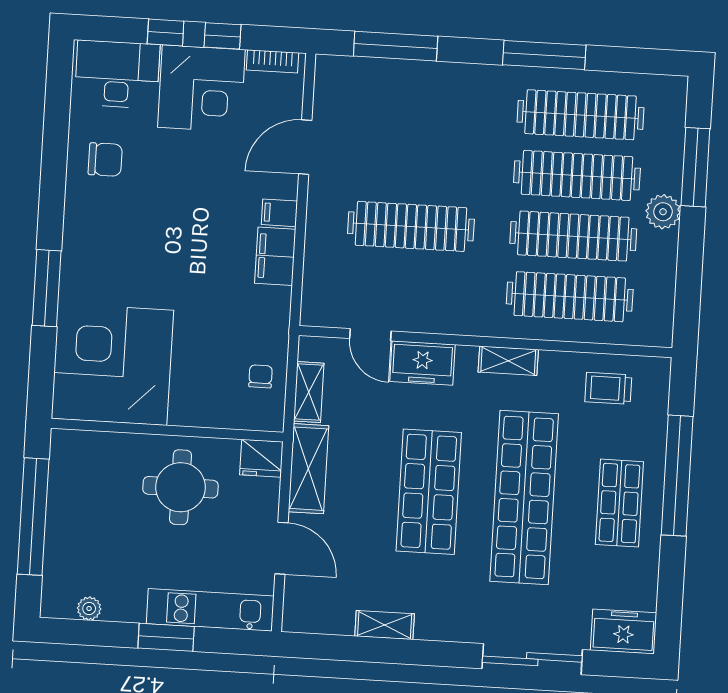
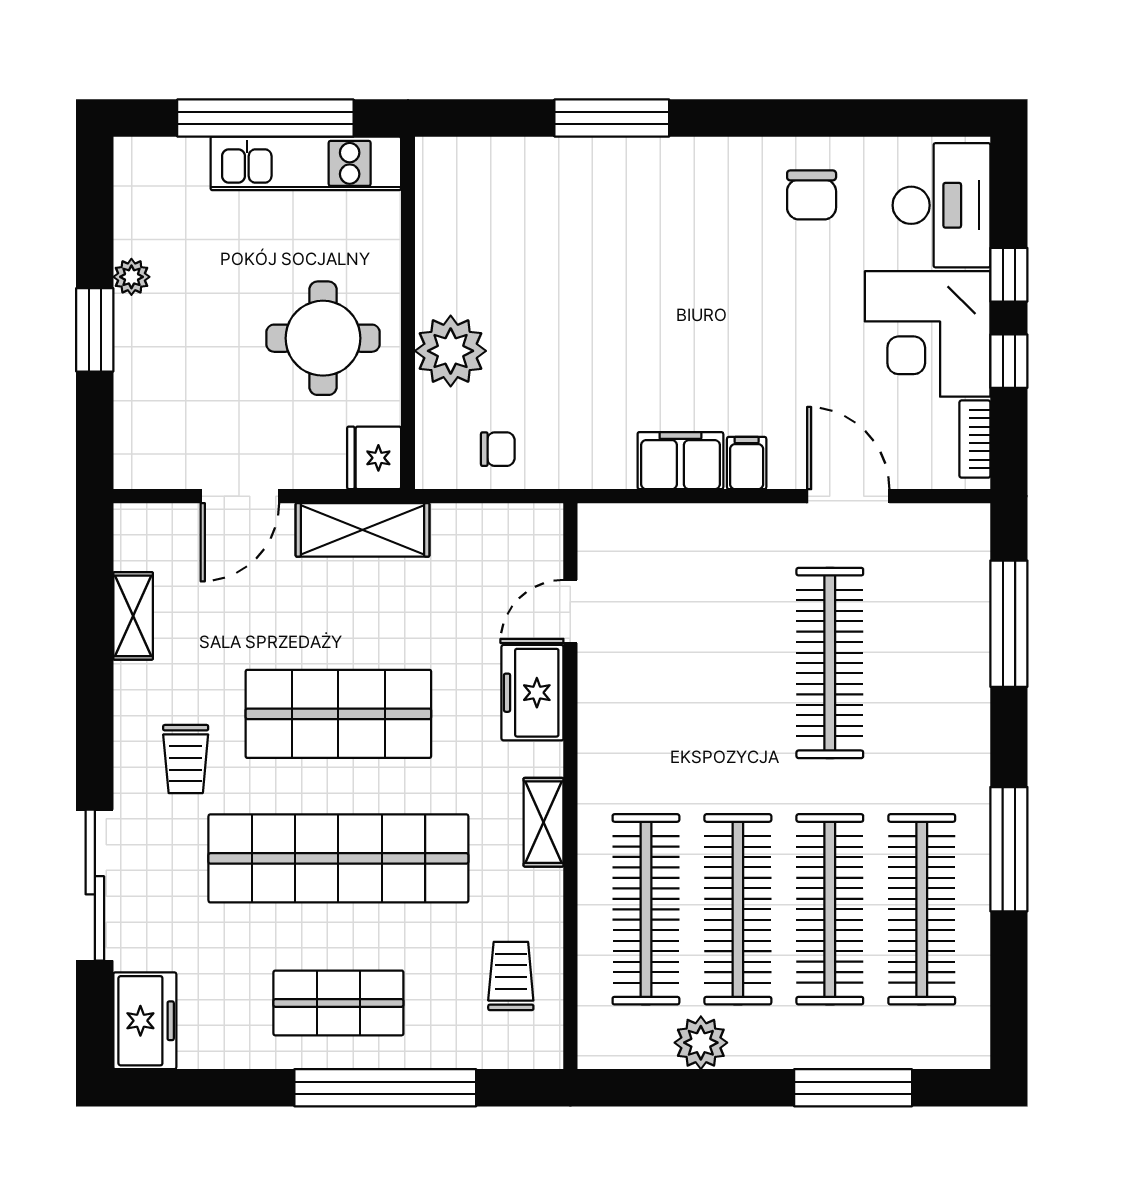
plant: (663, 212) -> (701, 1043), moved
clothes rail: (411, 226) -> (830, 663), moved
corner desk: (112, 364) -> (503, 224), removed
shelving: (309, 392) -> (478, 523), removed
plant: (194, 404) -> (451, 351), added
trolley: (453, 594) -> (186, 759), added
plant: (89, 608) -> (131, 277), moved
kitchen unit: (210, 610) -> (306, 163), moved, turned 90
shelving: (385, 625) -> (133, 616), moved

